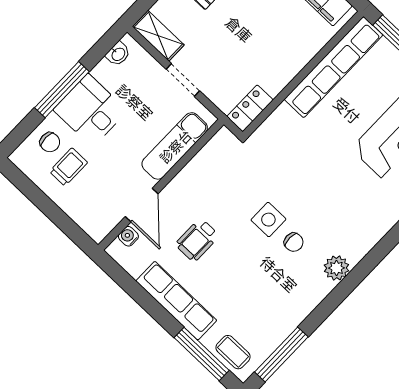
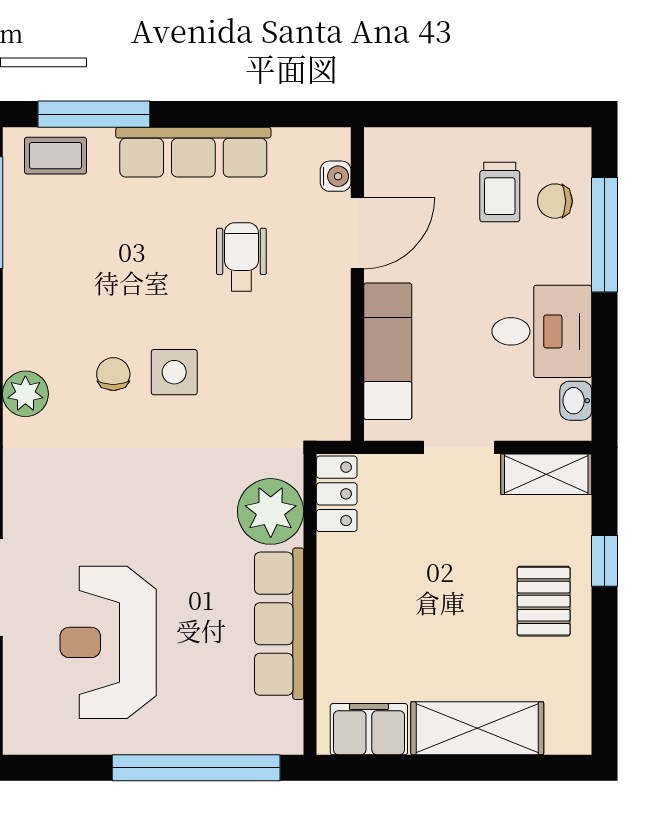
row of seats: (334, 67) -> (279, 624), width x0.73
window: (62, 90) -> (605, 235), moved
desk: (90, 110) -> (542, 331), moved
plant: (283, 127) -> (271, 511), added
door: (142, 205) -> (357, 233), swing flipped
chair: (294, 242) -> (113, 374), turned 90

